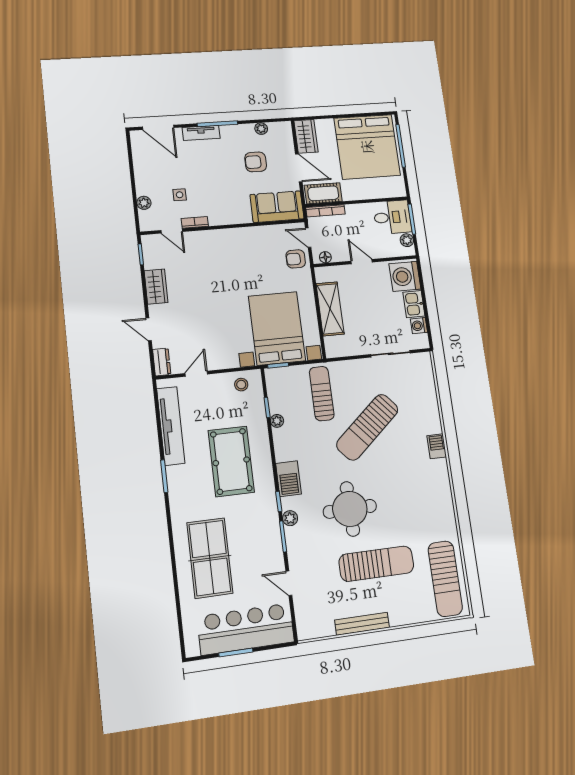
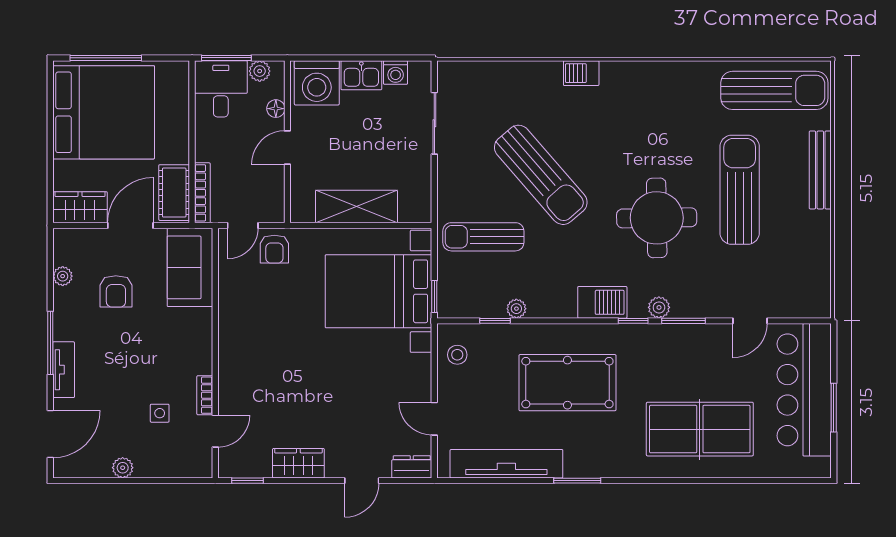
plant: (144, 203) -> (123, 468), moved
floor lamp: (325, 257) -> (276, 109), moved
bench: (362, 624) -> (820, 170), moved

